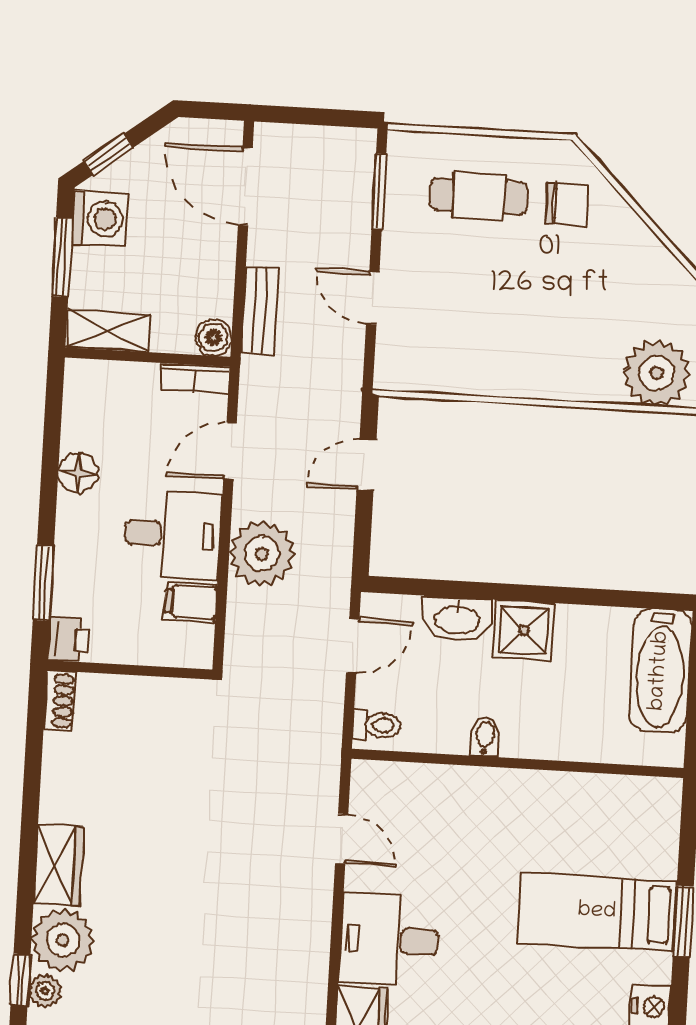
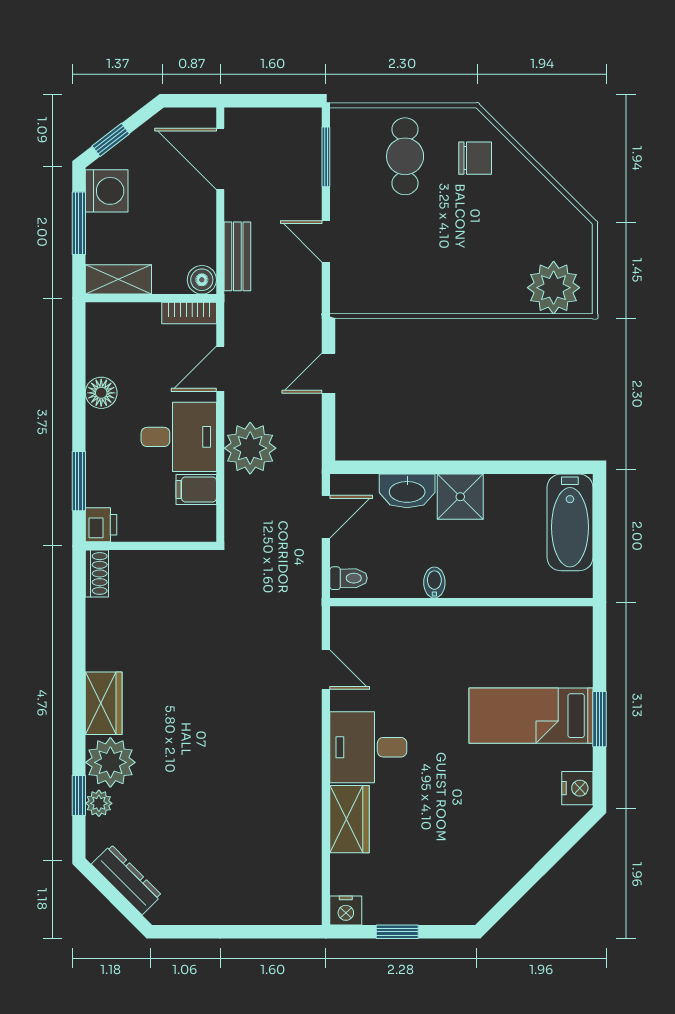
cafe table: (479, 196) -> (405, 156), turned 90

